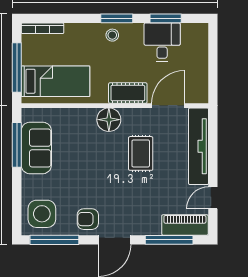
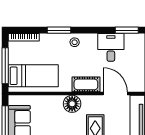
window: (117, 18) -> (59, 30), moved
window: (166, 18) -> (127, 30), moved
door: (168, 106) -> (115, 94), hinge flipped

